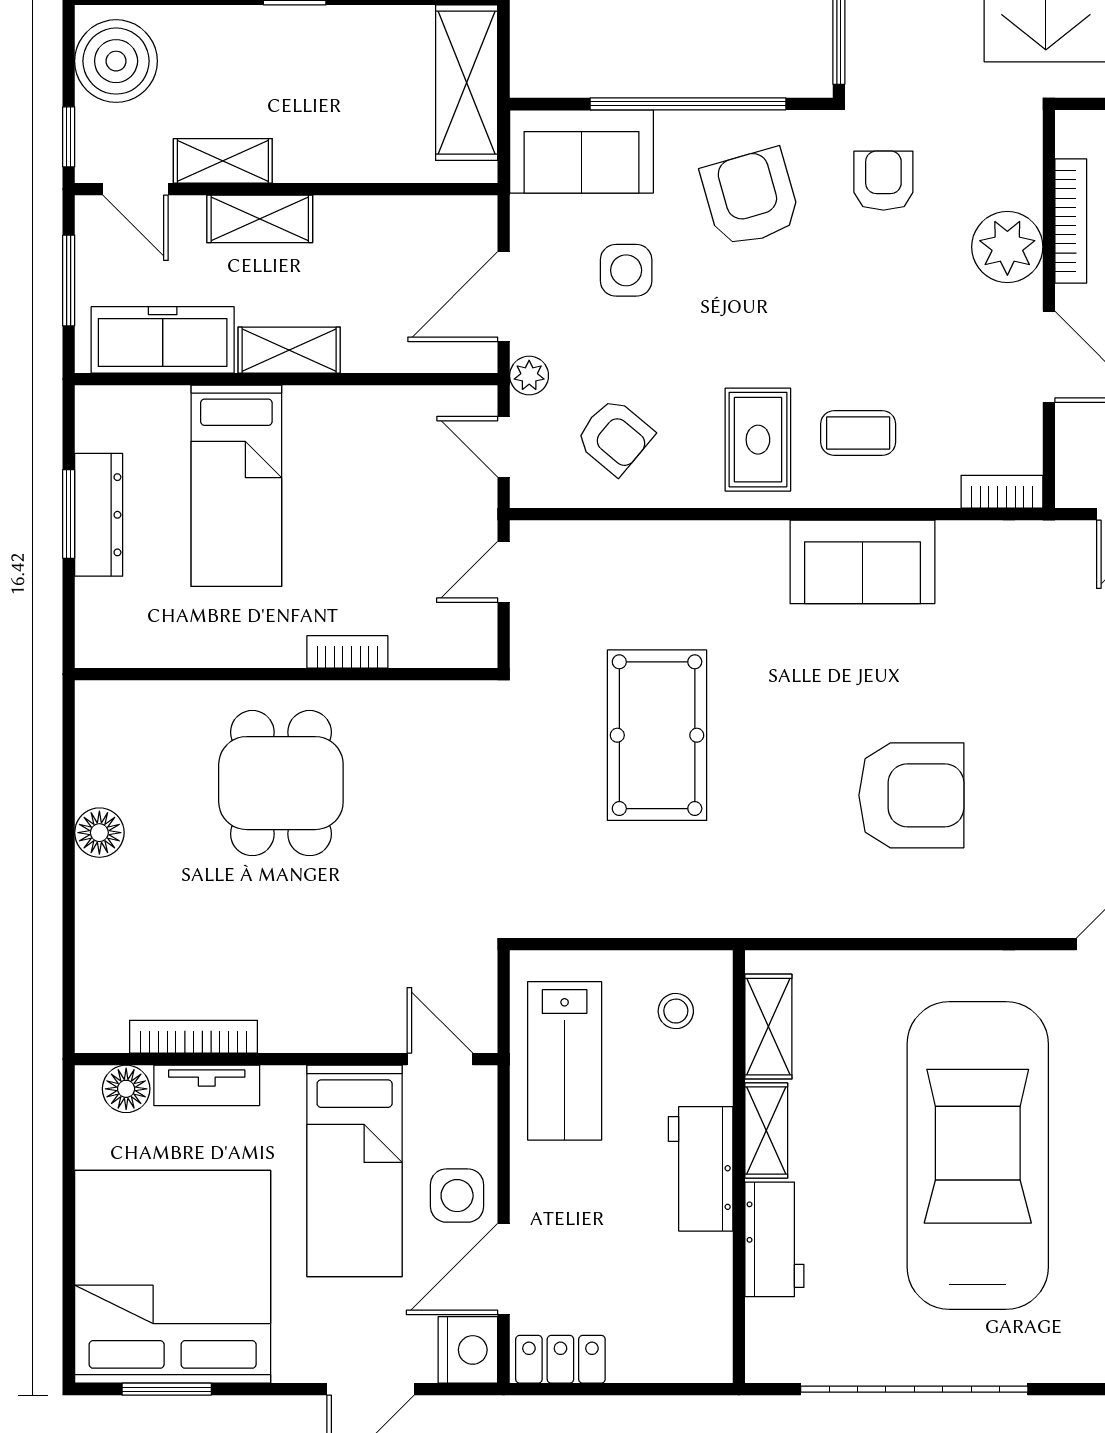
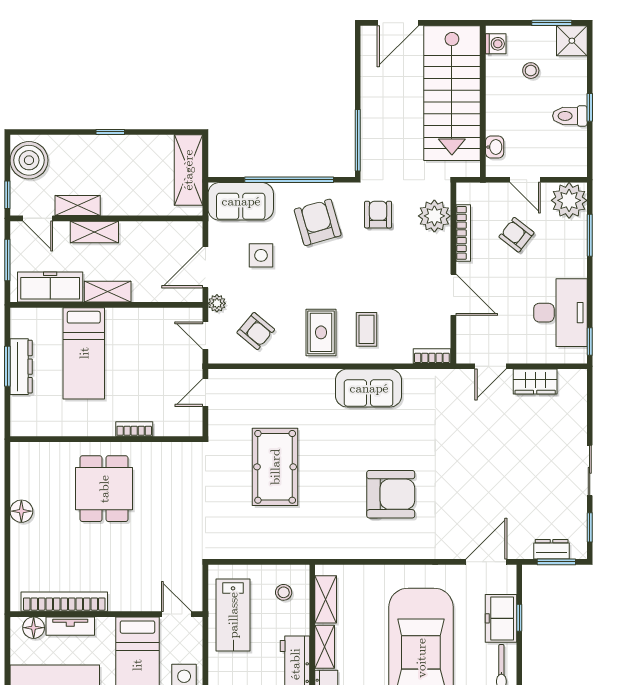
plant: (1007, 247) -> (434, 216), moved
coffee table: (858, 433) -> (367, 329), turned 90
bookcase: (194, 1037) -> (64, 602), width x1.48, depth x1.31

